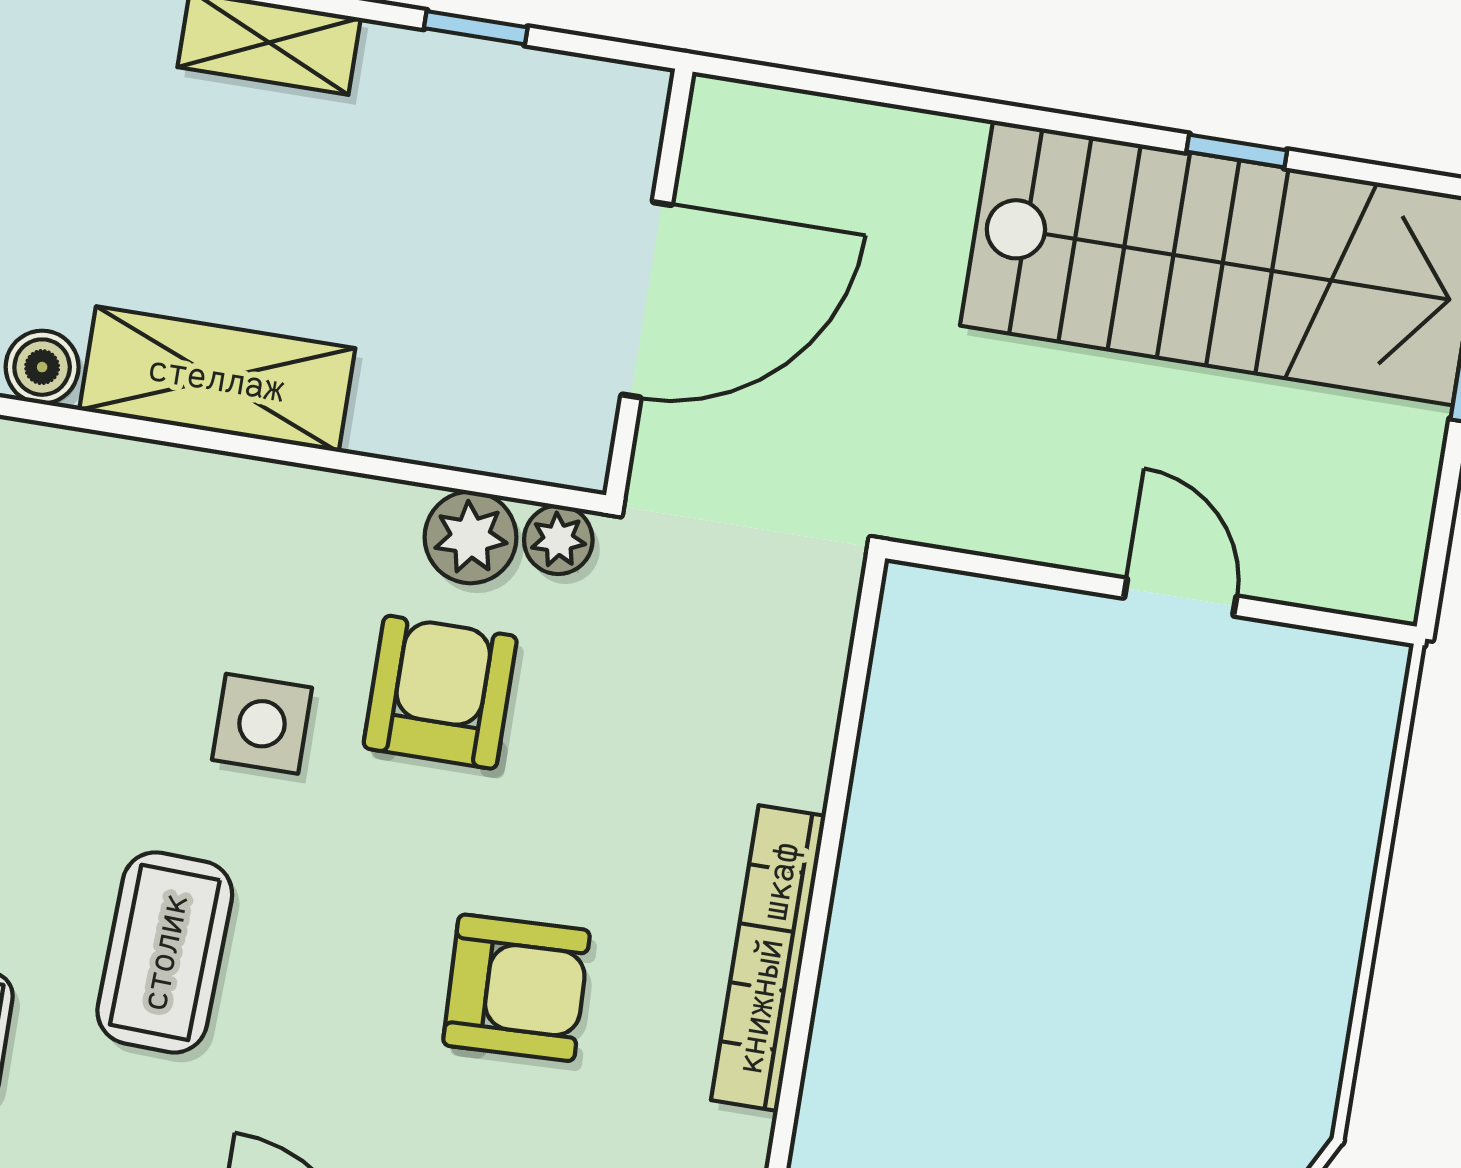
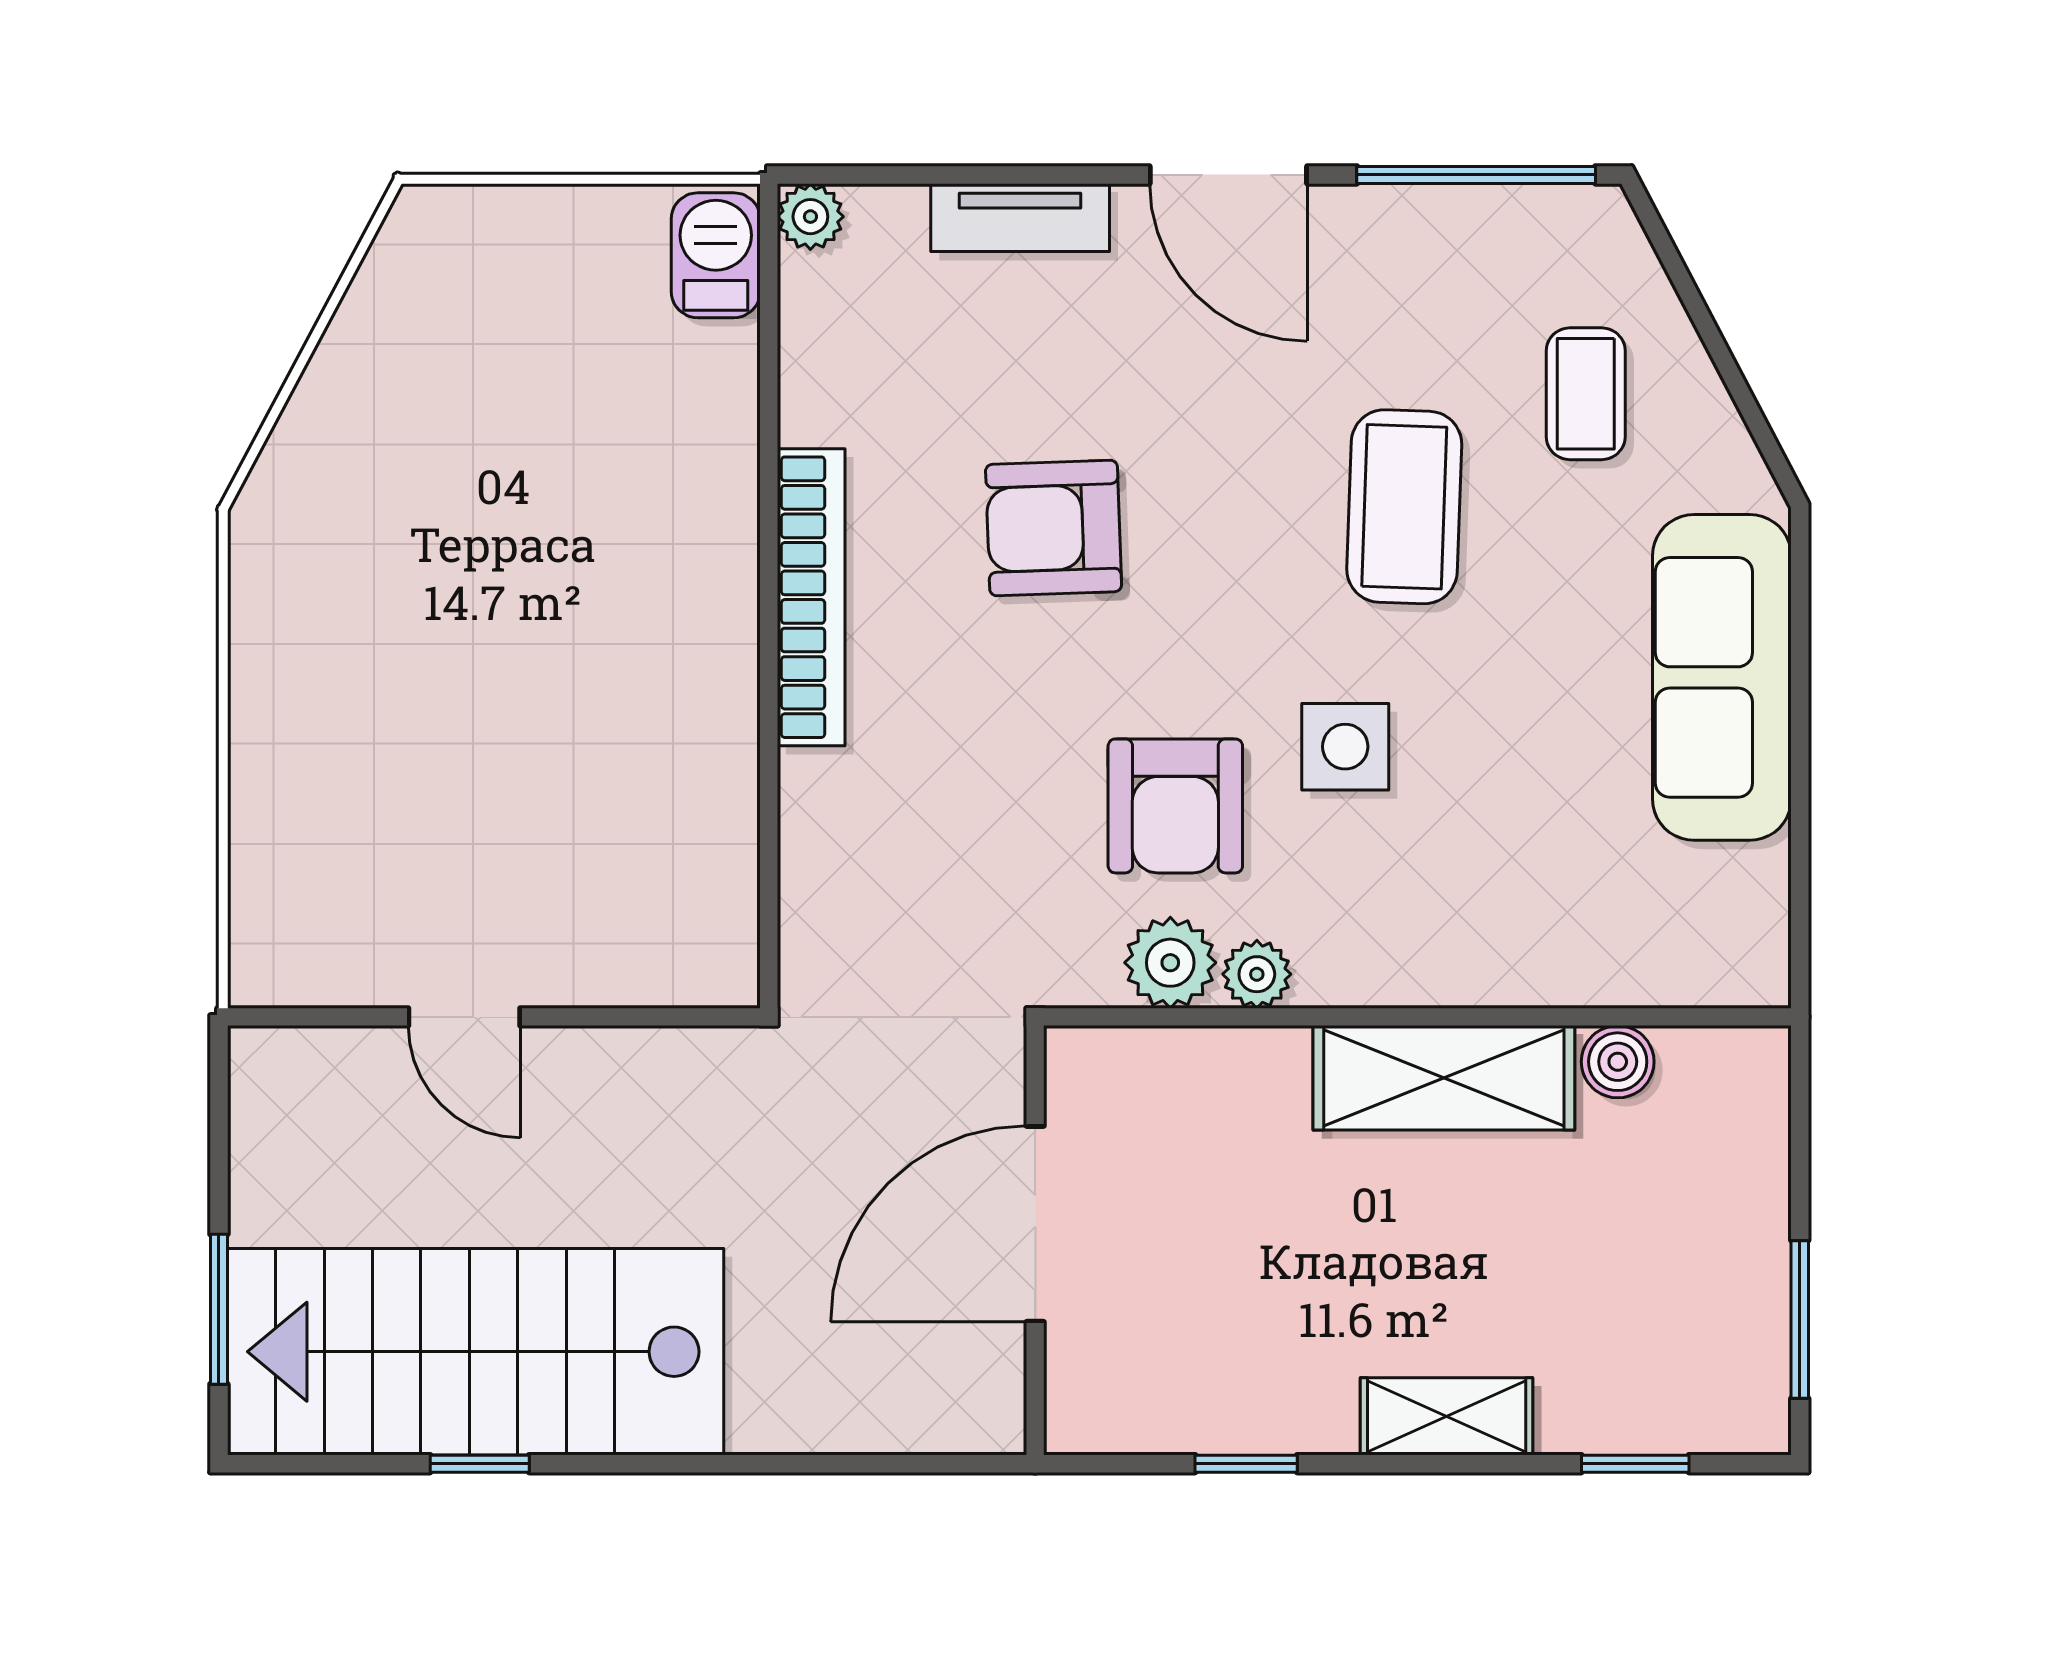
plant: (558, 540) -> (1257, 974), moved

